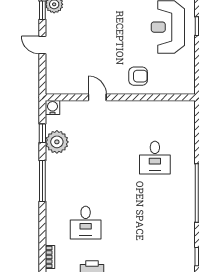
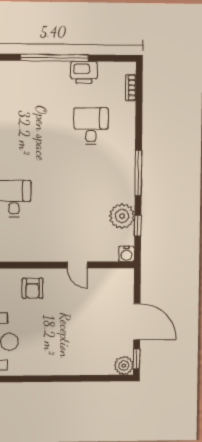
door: (42, 45) -> (137, 322), width x1.87
armchair: (138, 76) -> (33, 288), turned -90

